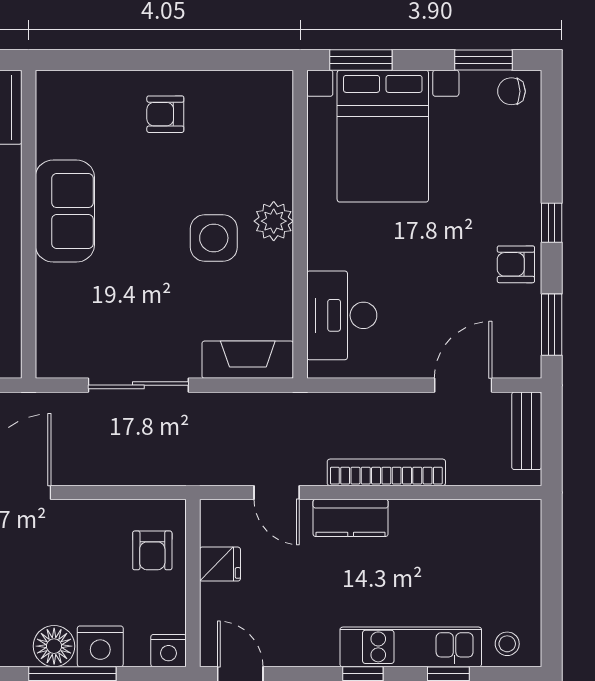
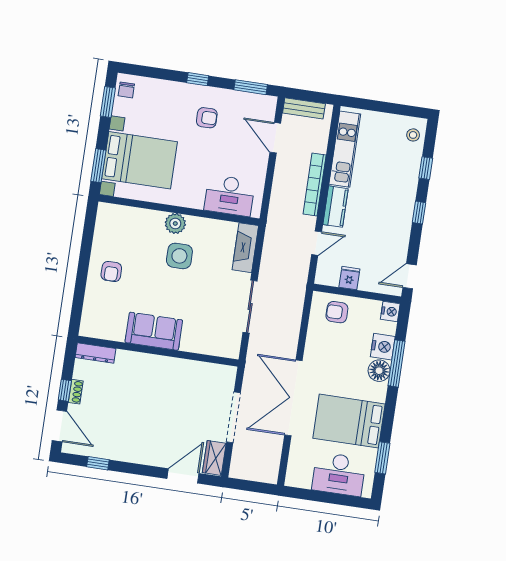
armchair: (516, 264) -> (207, 118), moved, turned -90
armchair: (152, 550) -> (337, 312), turned 180
kitchen unit: (411, 647) -> (345, 149), moved, turned 180

